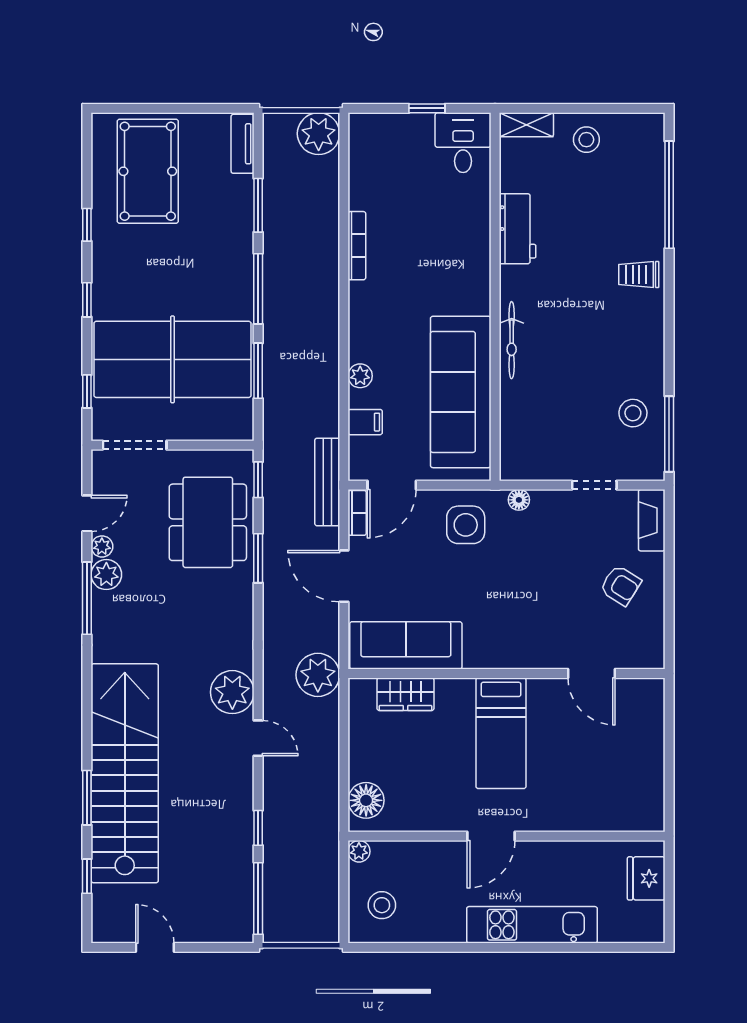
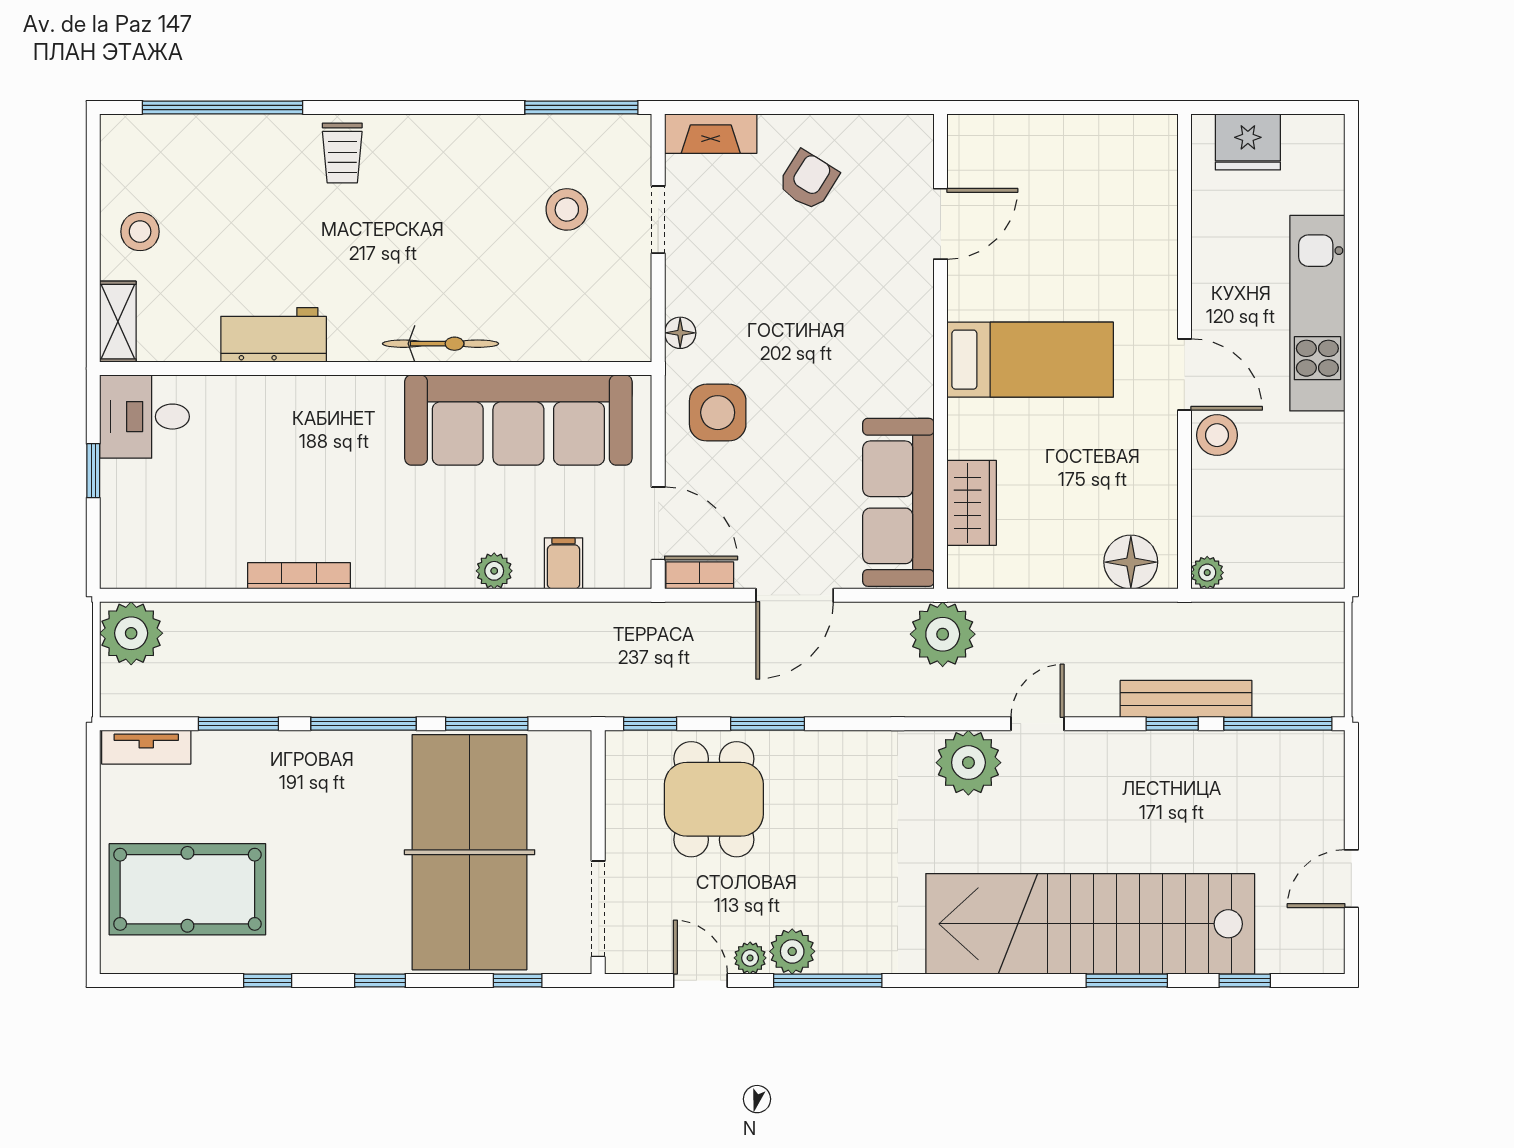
stool: (633, 413) -> (567, 209), moved
bench: (327, 482) -> (1186, 699), moved
dining table: (208, 522) -> (714, 799), width x0.73
stool: (382, 905) -> (1217, 435), moved

